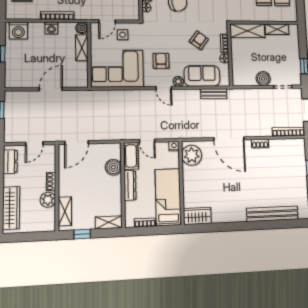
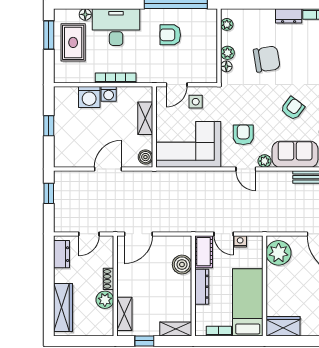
boiler: (82, 28) -> (145, 157), moved
washing machine: (18, 30) -> (89, 97), moved
nightstand: (174, 146) -> (240, 241), moved

